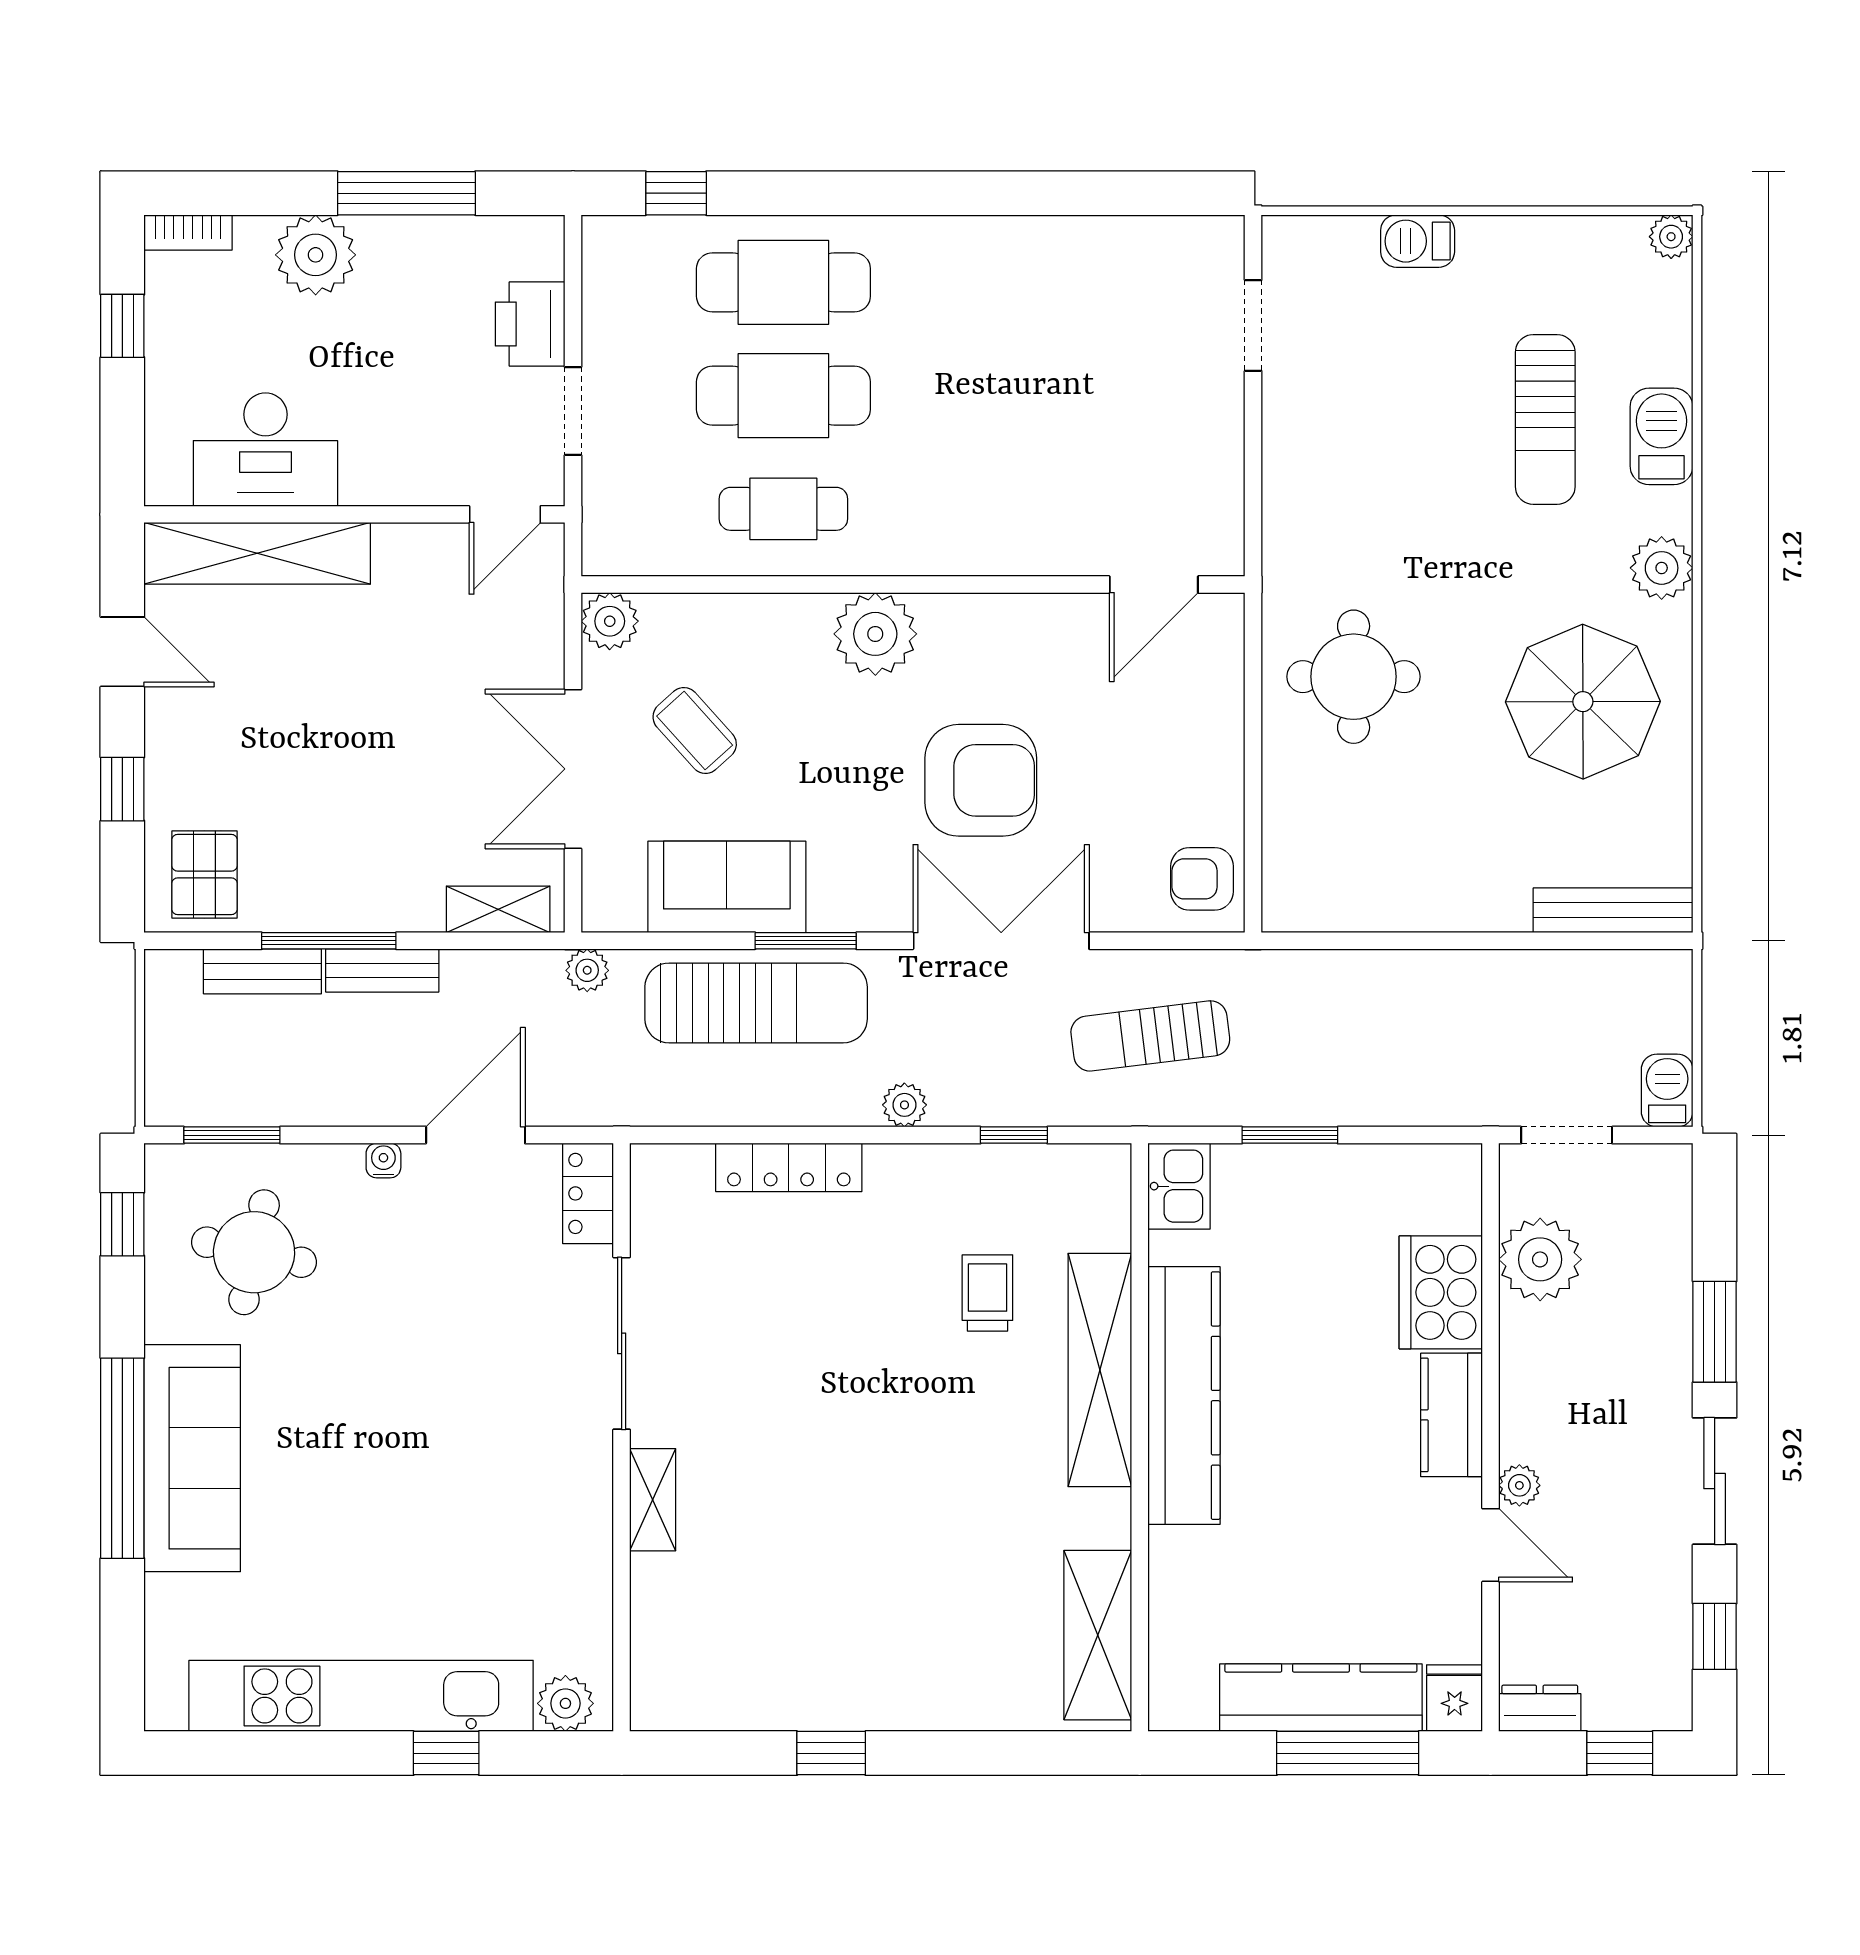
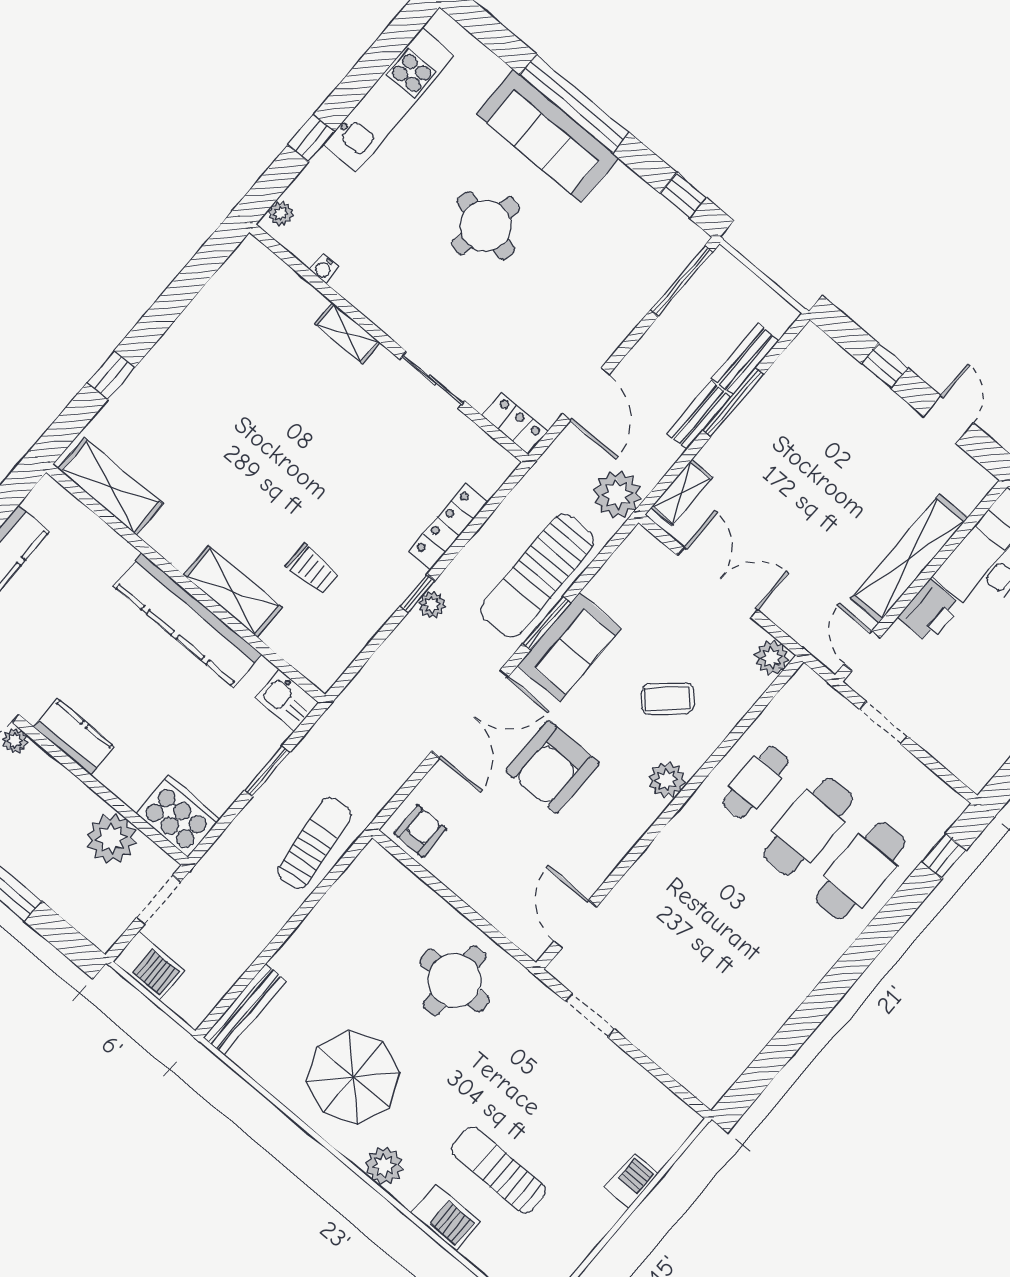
printer: (530, 324) -> (929, 611), moved, turned 90
doorway: (1253, 326) -> (590, 1015), moved
shelving: (257, 553) -> (909, 558), moved
plant: (875, 634) -> (667, 780), width x0.73, depth x0.73
door: (122, 652) -> (948, 420), swing flipped
coffee table: (695, 731) -> (668, 699), moved
pallet: (204, 875) -> (813, 370), removed
sofa: (727, 887) -> (569, 647), moved
plant: (587, 970) -> (617, 494), width x1.88, depth x1.88
sun lounger: (1150, 1036) -> (314, 843), moved
barbecue: (1667, 1091) -> (149, 966), width x1.38, depth x1.27
window: (232, 1135) -> (681, 281), width x1.44
window: (1014, 1135) -> (417, 593), moved
water cooler: (383, 1160) -> (324, 268), moved, turned 90
round table: (254, 1252) -> (486, 226), moved
cooker: (1441, 1292) -> (178, 816), moved
sliding door: (622, 1343) -> (432, 380), width x0.73
shelving: (1100, 1370) -> (233, 591), width x0.68
kitchen unit: (361, 1696) -> (389, 100), width x0.73
plant: (565, 1703) -> (281, 214), width x0.73, depth x0.73
window: (831, 1753) -> (111, 375), moved

